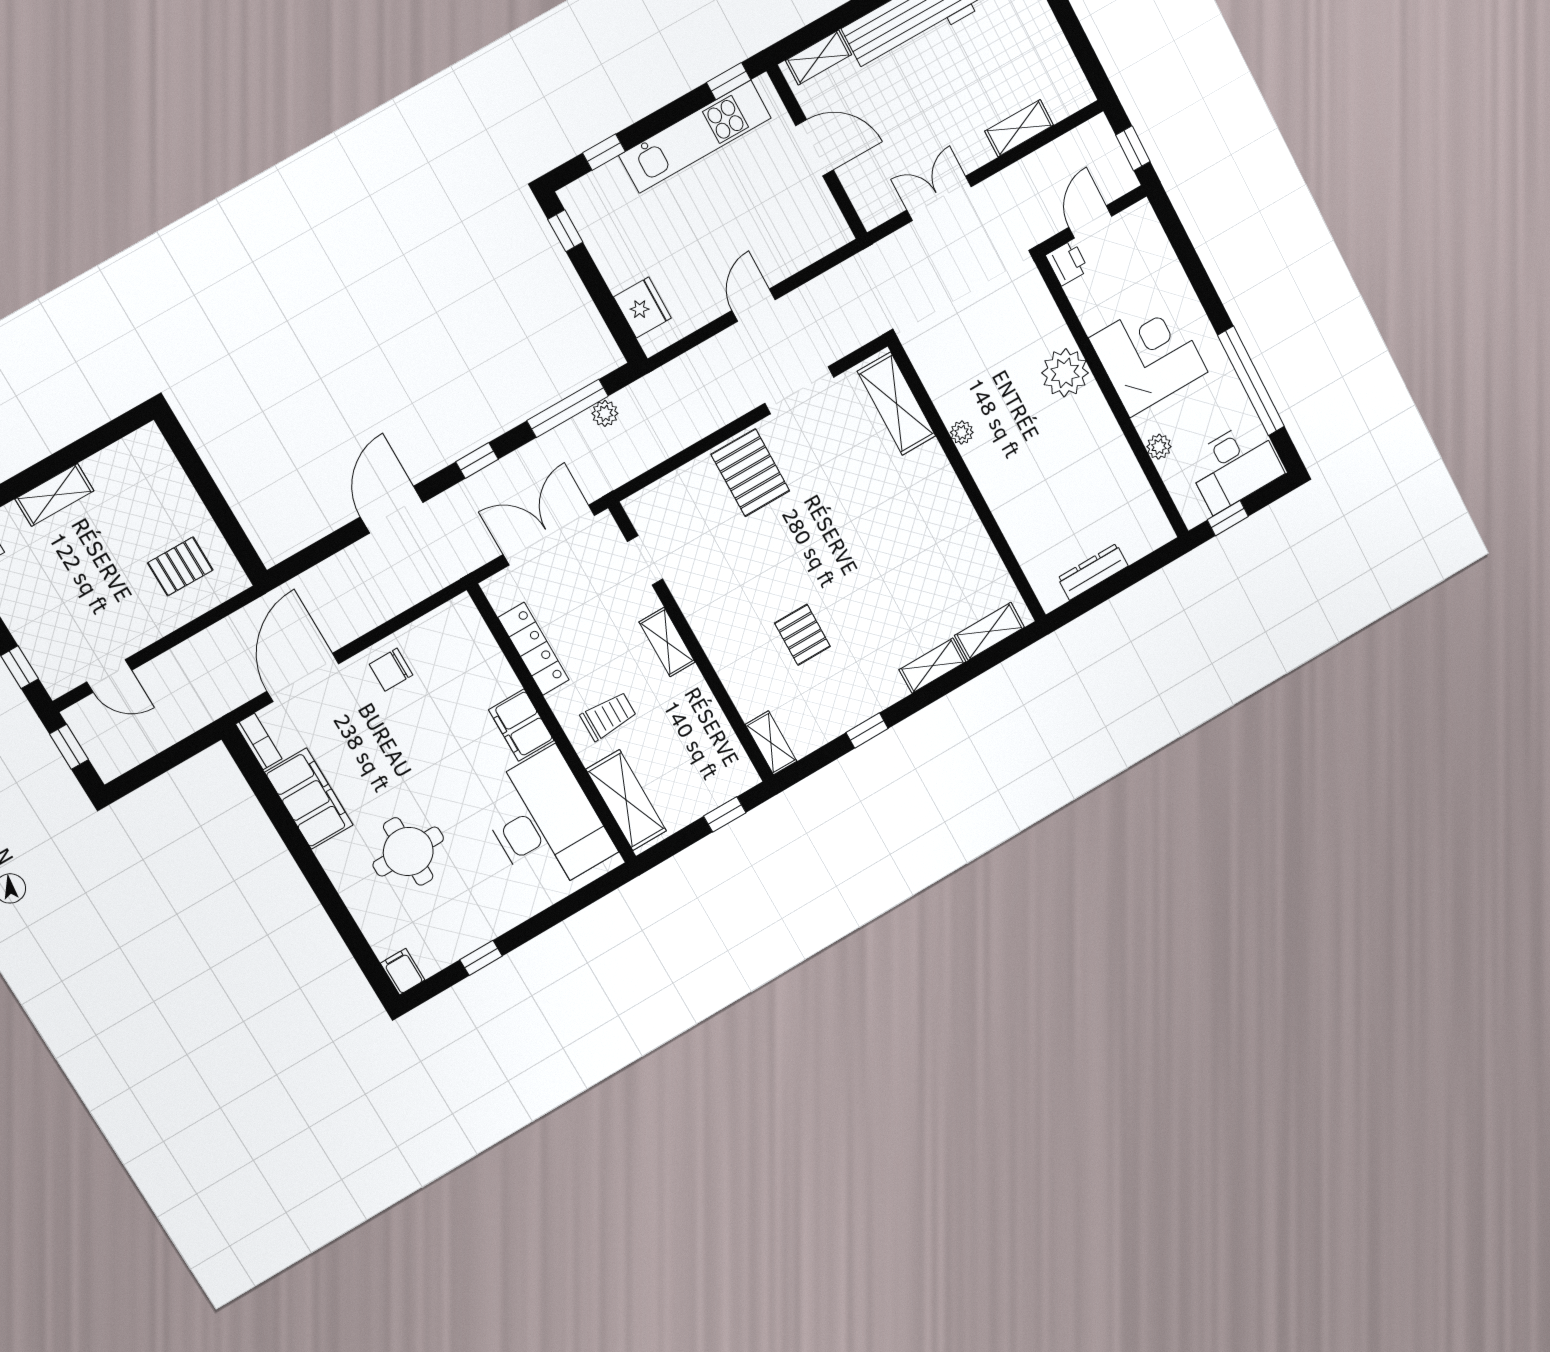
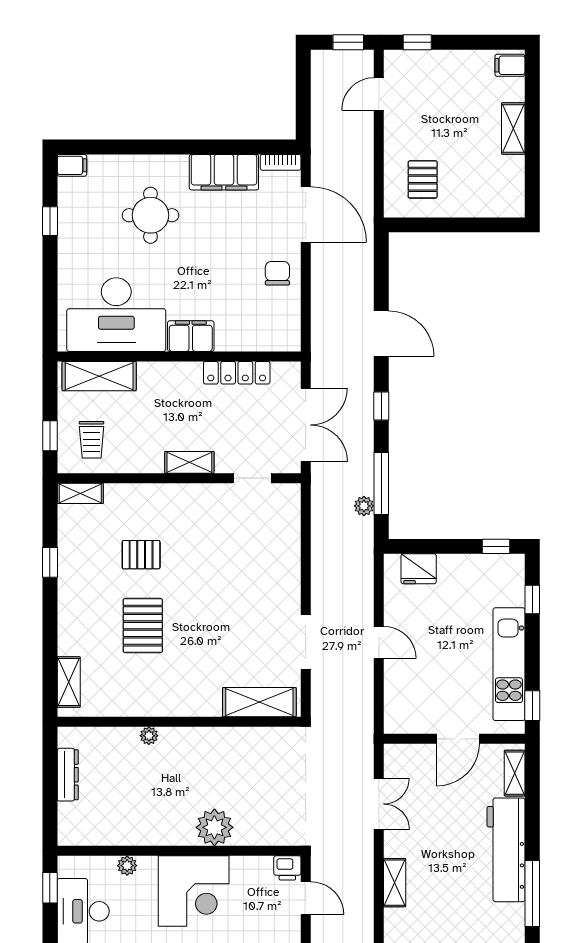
plant: (962, 432) -> (149, 736), moved
pallet: (750, 473) -> (143, 626), moved, turned 90
shelving: (932, 666) -> (68, 631), removed
trolley: (608, 716) -> (92, 440), moved

